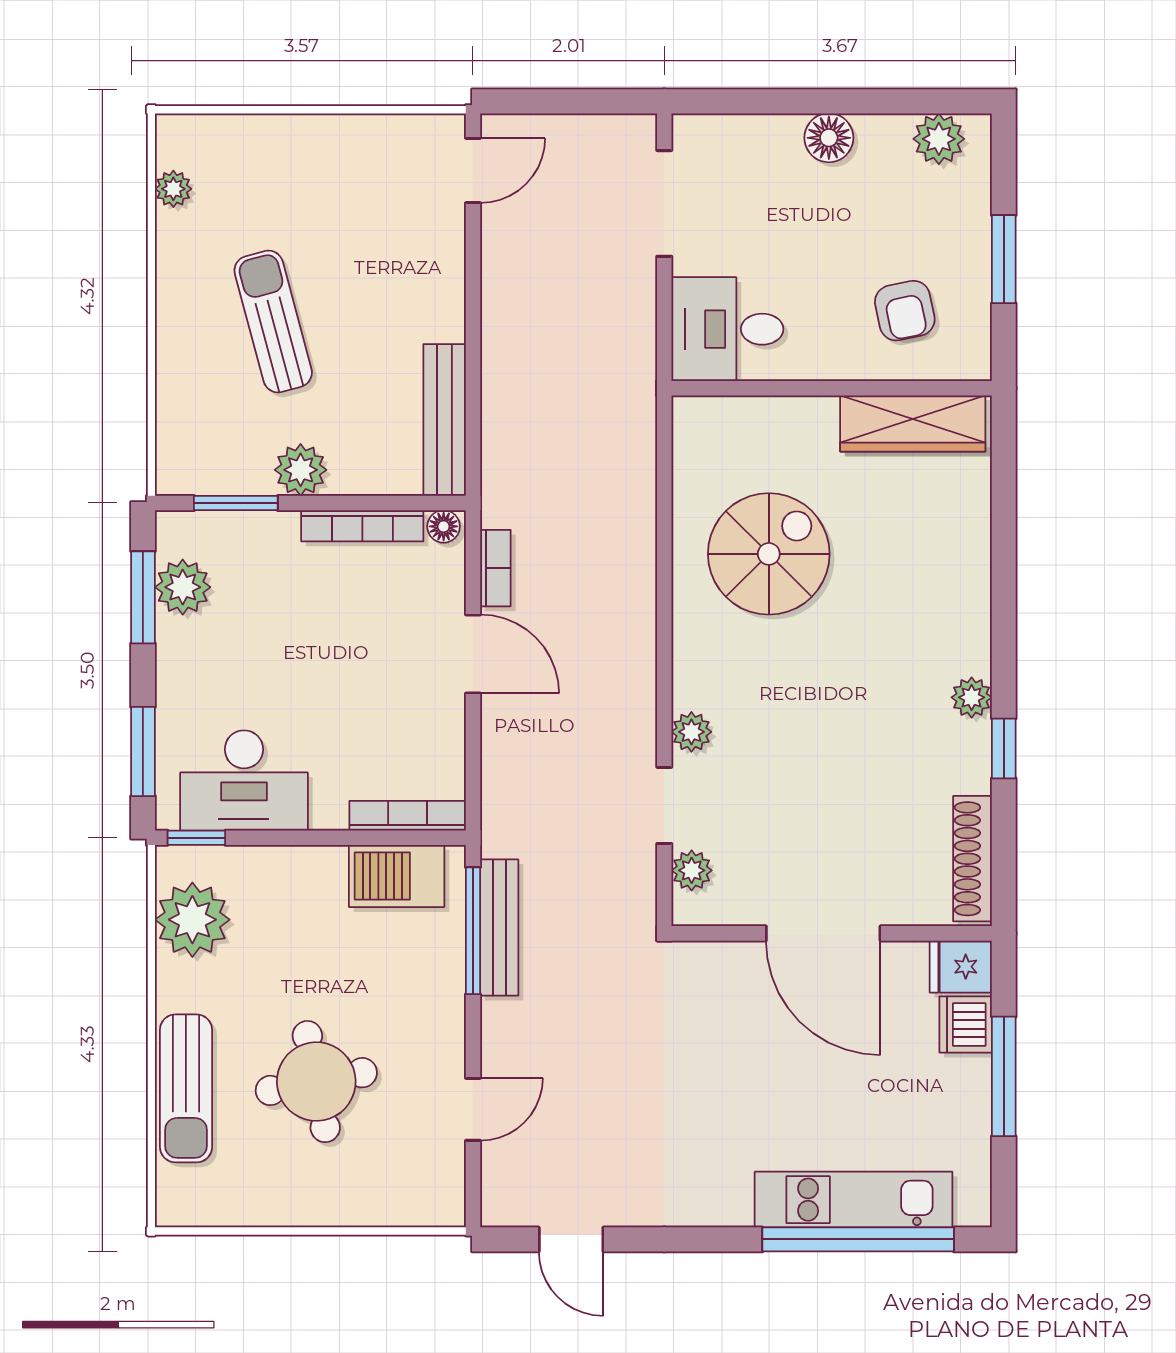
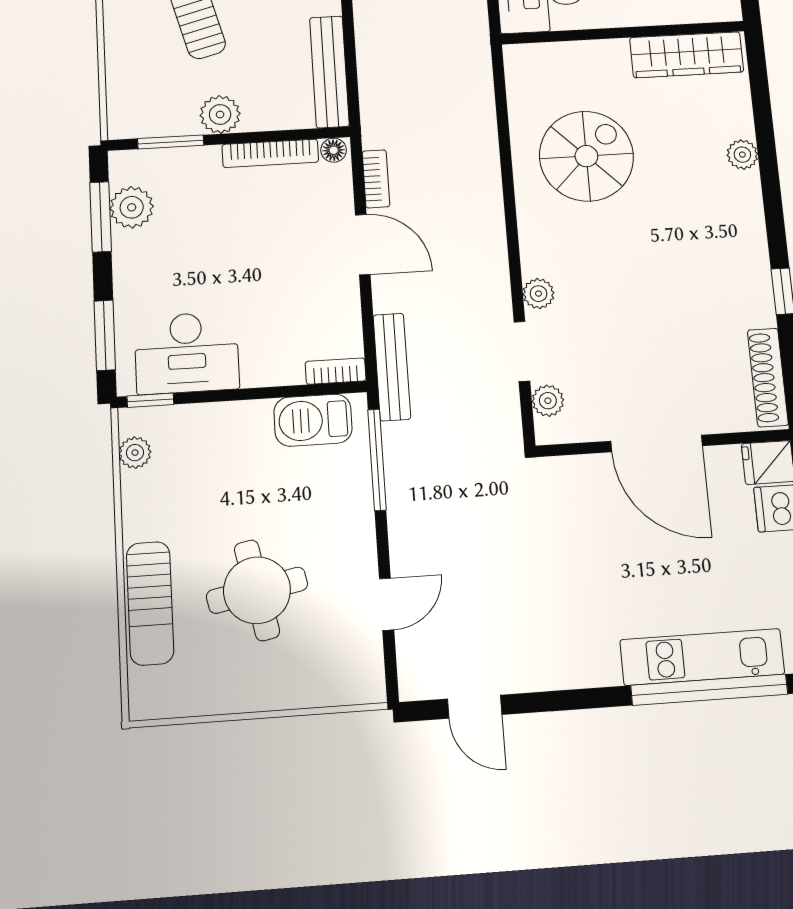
plant: (972, 697) -> (742, 155), moved
bookcase: (408, 816) -> (336, 371), width x0.64
plant: (192, 920) -> (135, 453), width x0.53, depth x0.53
bench: (499, 928) -> (392, 367), moved

